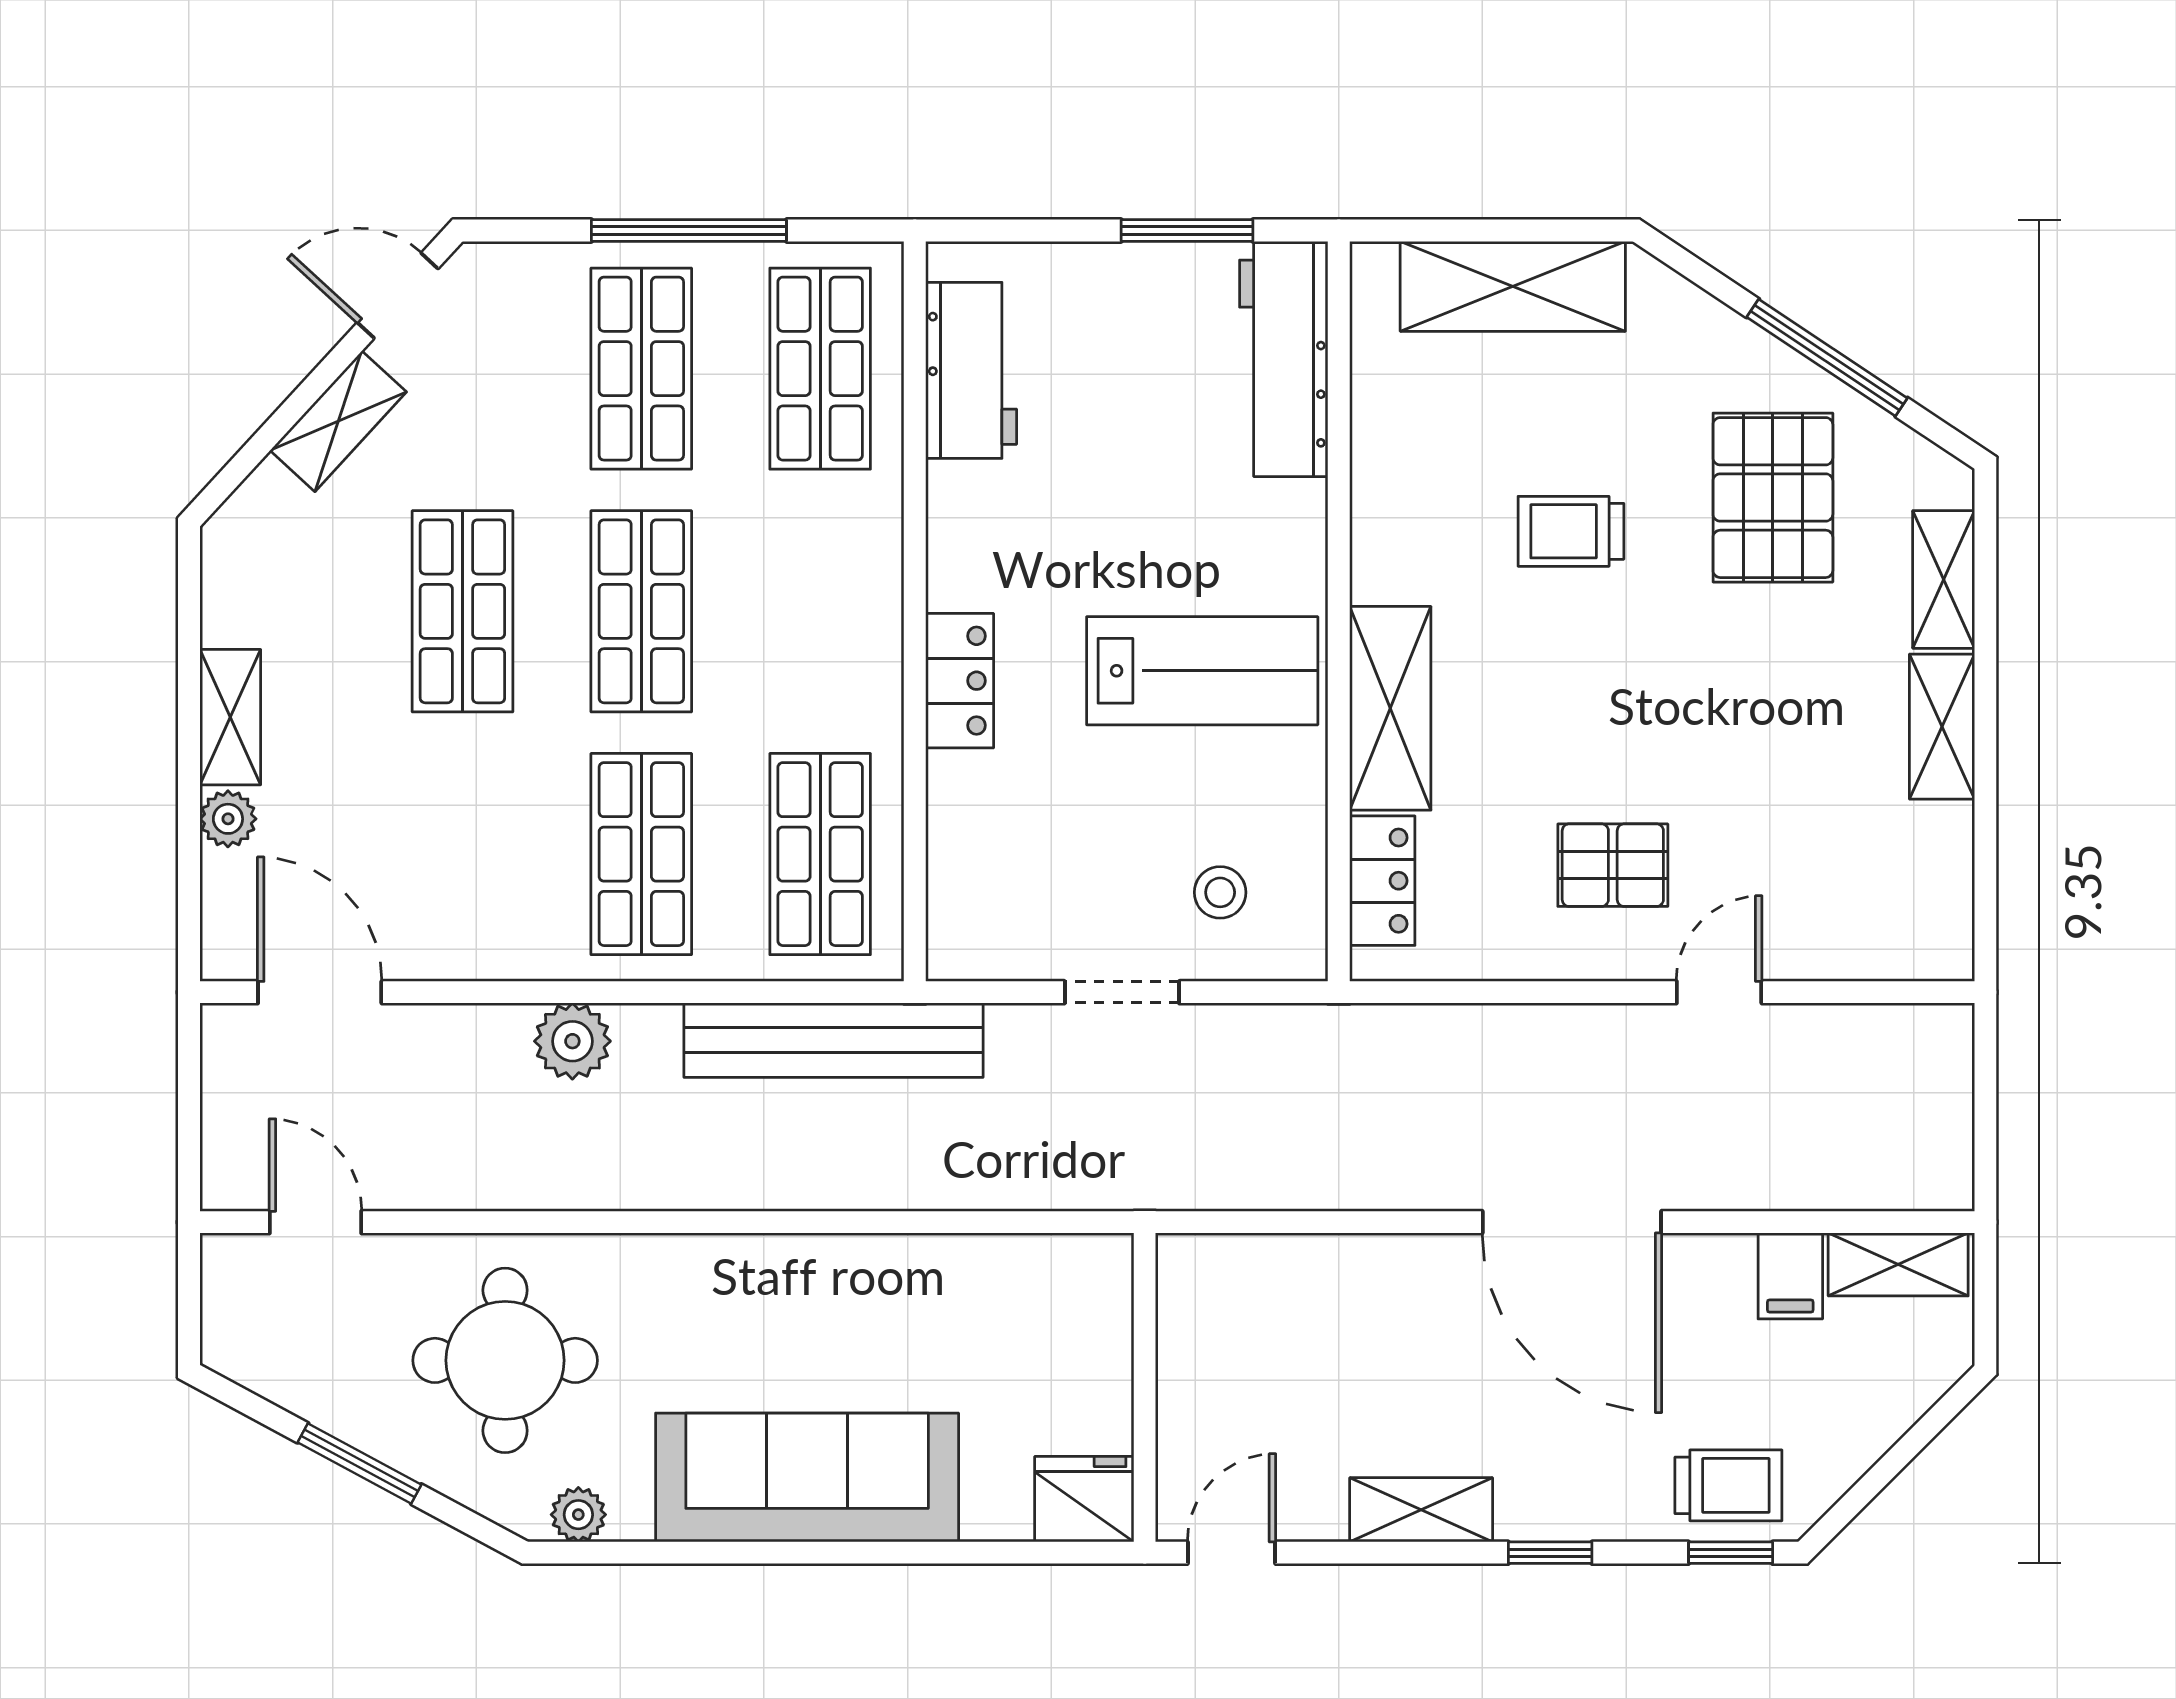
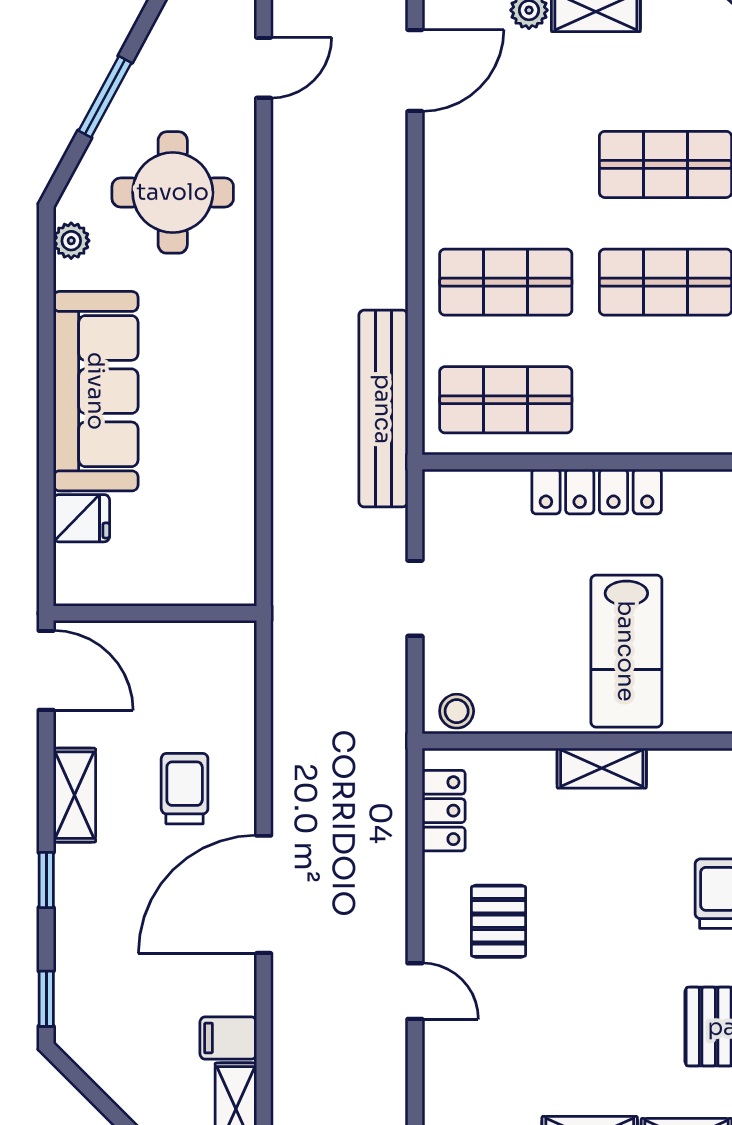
locker: (960, 681) -> (597, 491), width x1.53
shelving: (1390, 708) -> (602, 768), width x0.67, depth x0.75
locker: (1382, 881) -> (444, 811), moved, turned -90
stool: (1220, 892) -> (457, 711), moved
plant: (572, 1041) -> (383, 237), removed
trolley: (1728, 1485) -> (185, 789), moved, turned 180
fridge: (1084, 1499) -> (81, 518), moved, width x0.72
door: (1231, 1553) -> (46, 670), width x1.38

